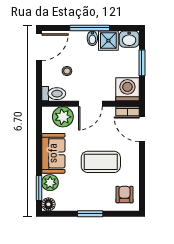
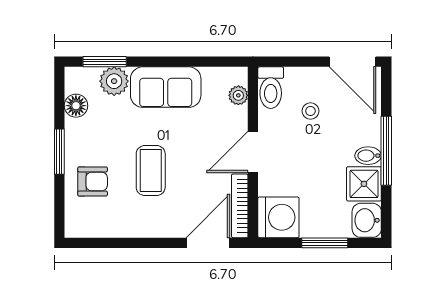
door: (90, 104) -> (253, 152), hinge flipped
bookcase: (127, 111) -> (240, 206), width x1.56
plant: (63, 117) -> (238, 95), width x0.53, depth x0.53
coffee table: (101, 162) -> (151, 171), width x0.73, depth x0.76
armchair: (125, 195) -> (93, 181), moved
floor lamp: (48, 204) -> (76, 106), moved

